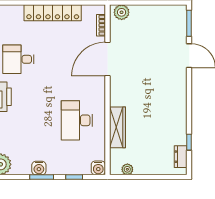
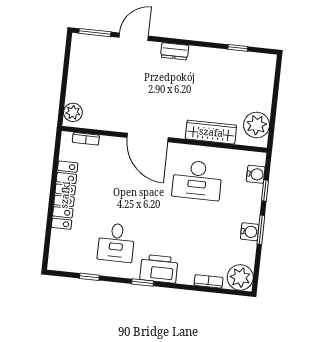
door: (107, 59) -> (148, 138), moved
dresser: (181, 157) -> (175, 51), moved
water cooler: (98, 168) -> (256, 174), moved
plant: (127, 169) -> (257, 125), width x1.88, depth x1.88

